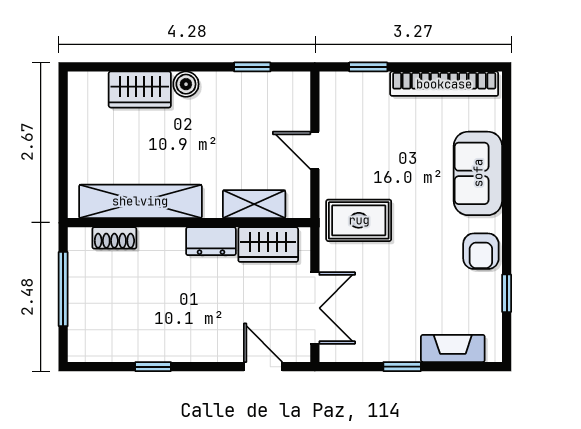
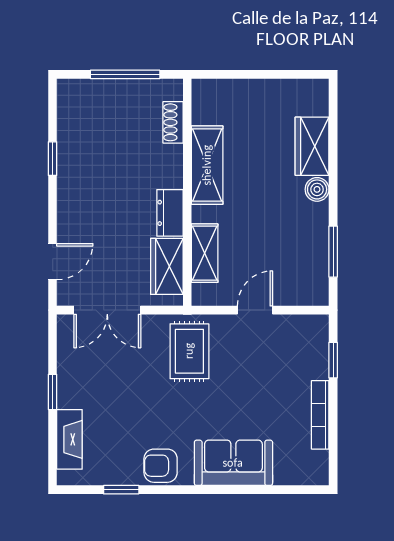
window: (252, 67) -> (333, 252), width x1.50
bookcase: (444, 84) -> (320, 415), width x0.68, depth x0.76
shelving: (140, 201) -> (207, 165), width x0.68

